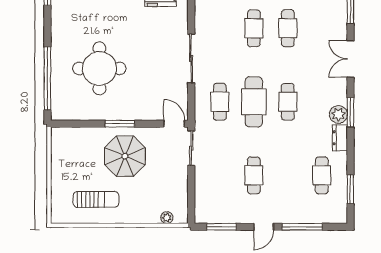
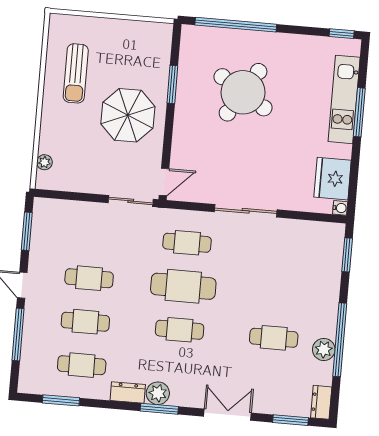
cafe table: (254, 28) -> (85, 322), moved
round table: (99, 68) -> (243, 92), turned 32
window: (120, 124) -> (172, 84), moved

